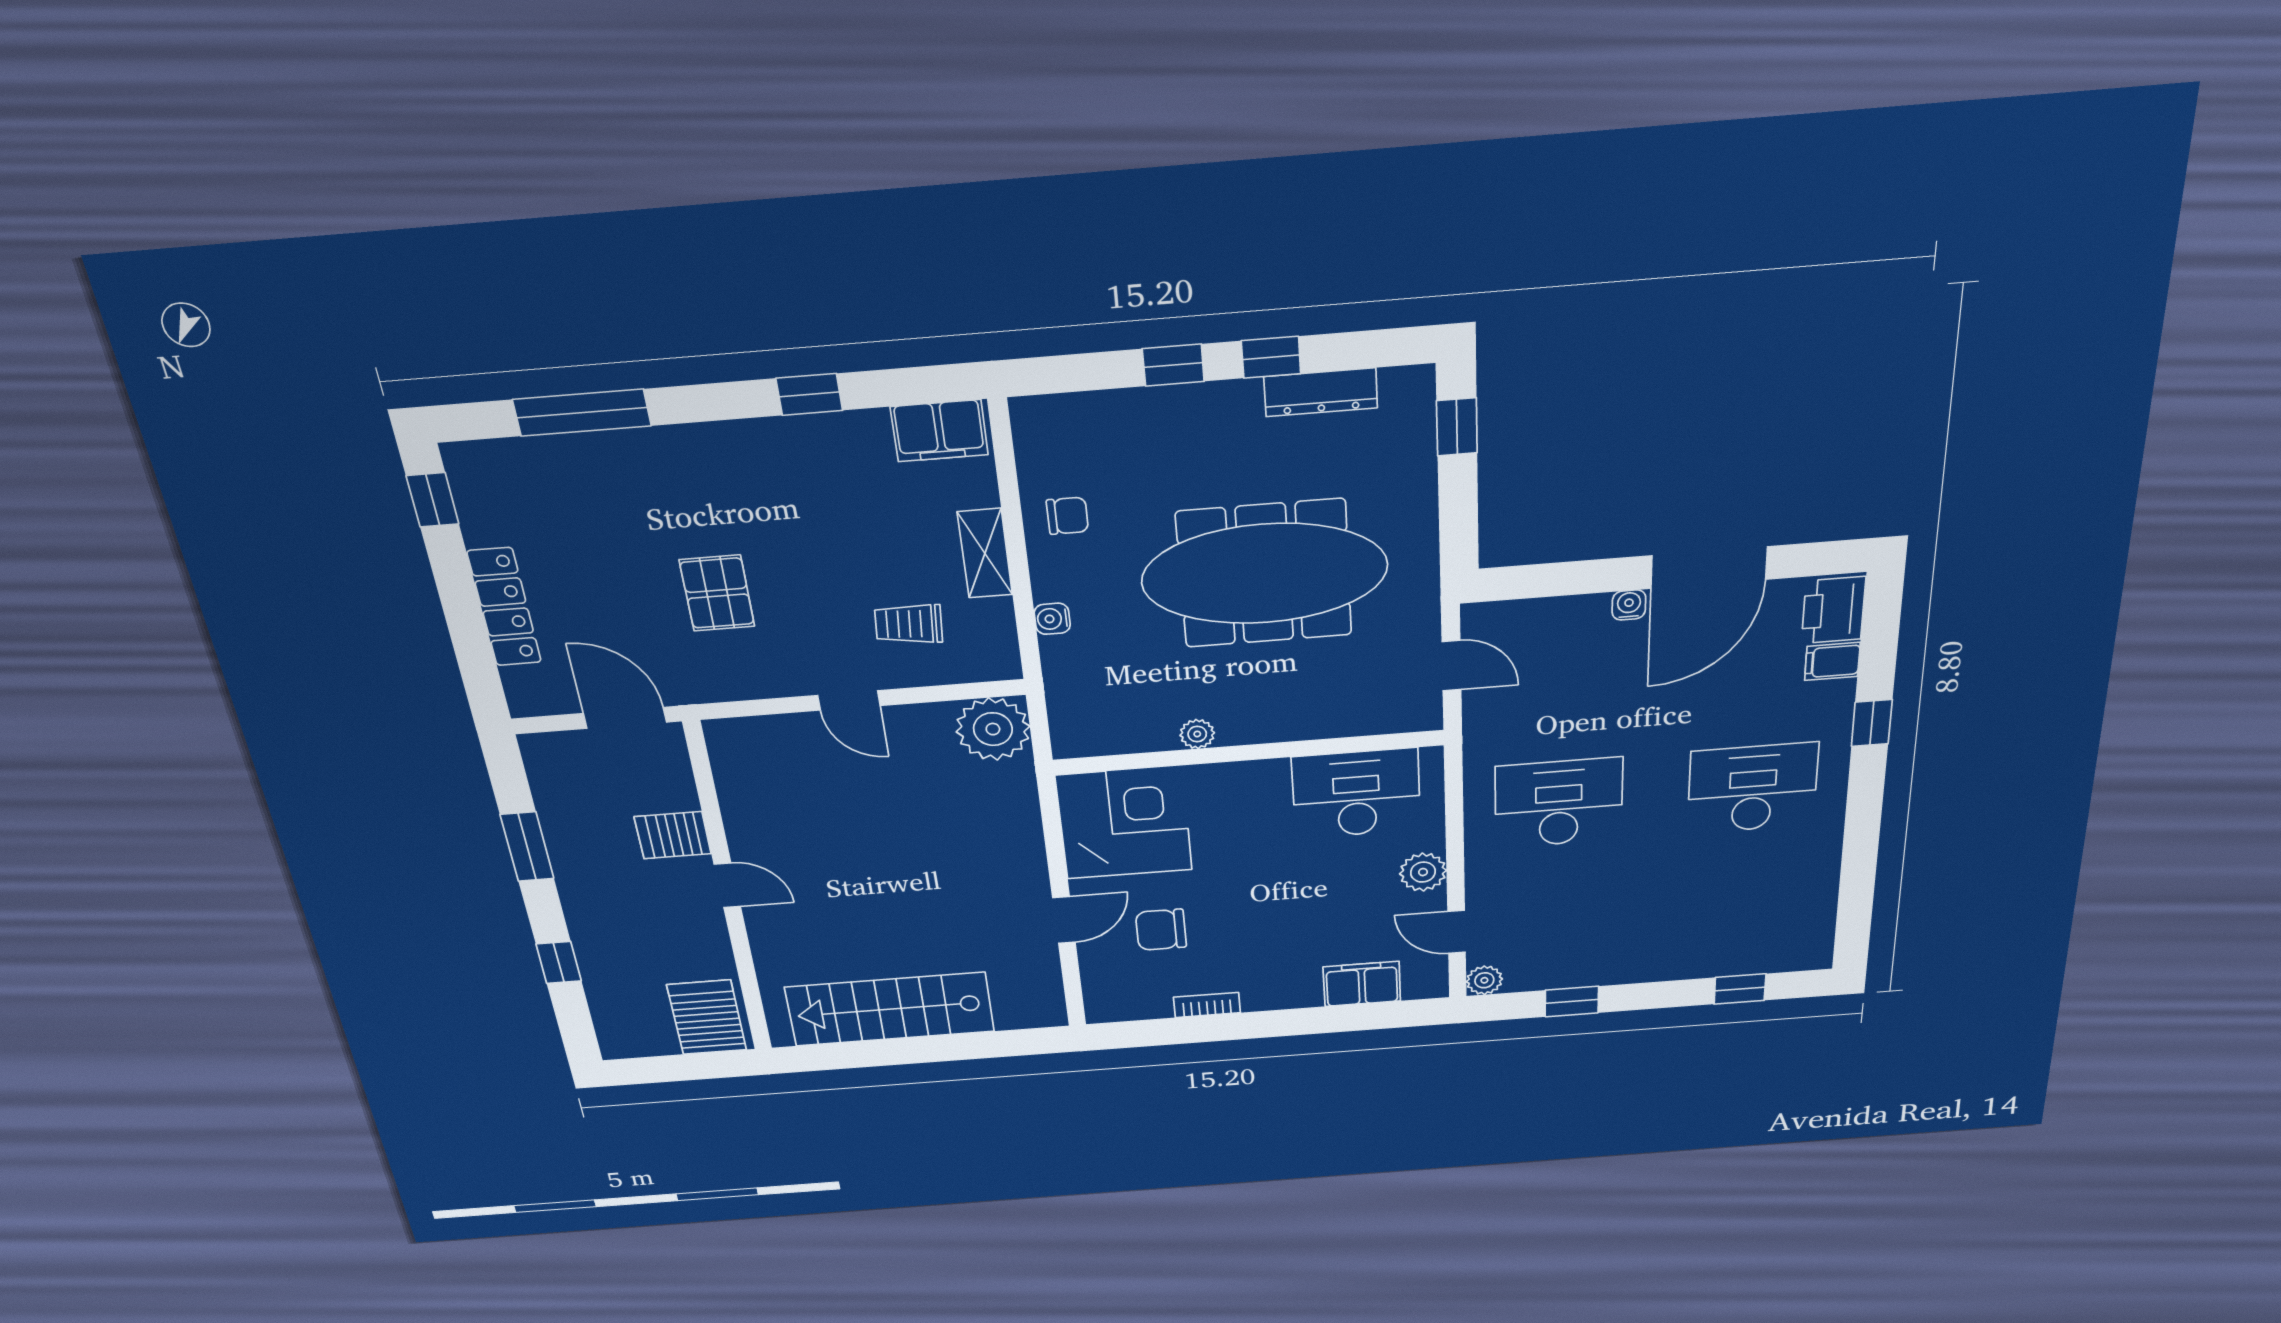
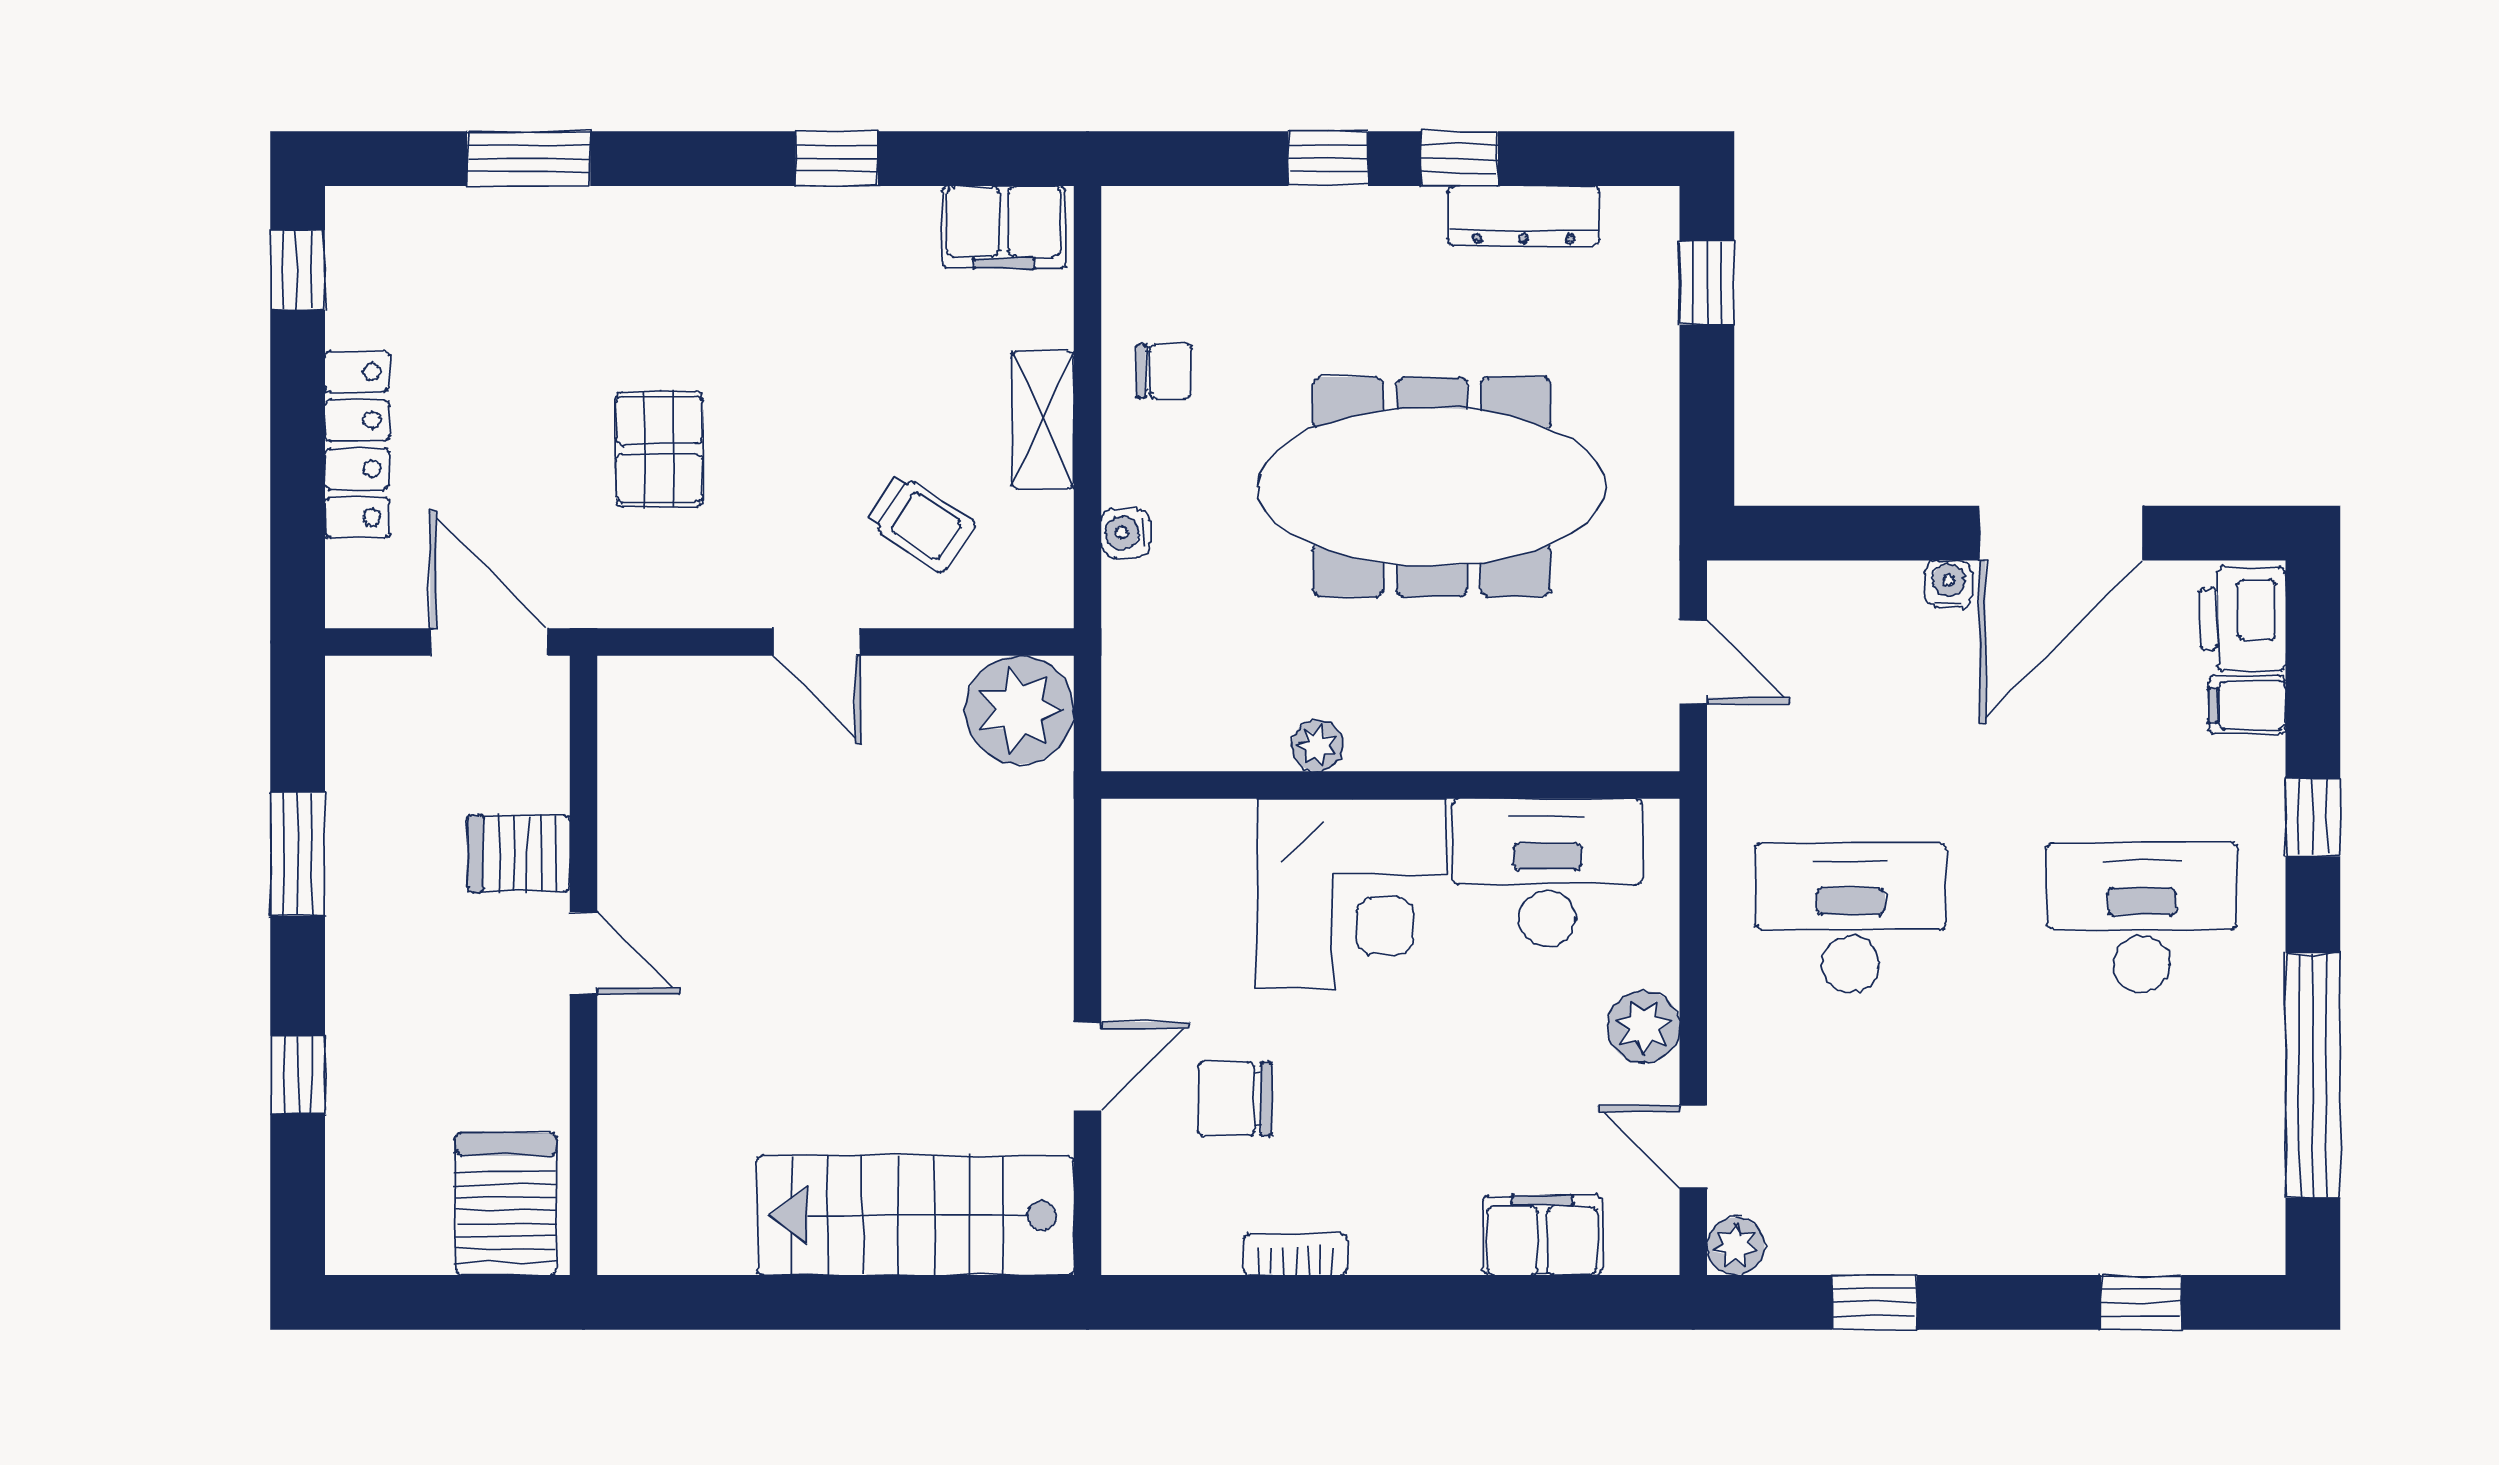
window: (582, 413) -> (529, 159), width x0.69
trolley: (909, 624) -> (921, 523), turned -151
corner desk: (1124, 823) -> (1352, 894), moved, turned 90
window: (1859, 865) -> (2313, 1075), added
stairs: (890, 1009) -> (915, 1215), moved

